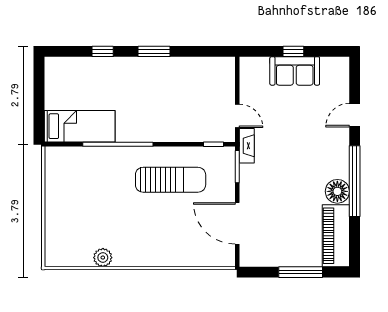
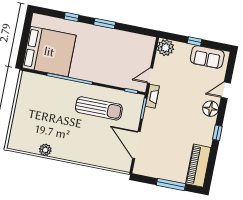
plant: (252, 69) -> (166, 48), added
sofa: (295, 71) -> (207, 57), moved
door: (237, 116) -> (150, 76), swing flipped
bed: (80, 126) -> (49, 52), width x2.04
window: (355, 181) -> (217, 133), width x0.32
floor lamp: (337, 191) -> (211, 109), moved

